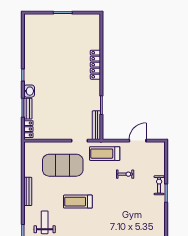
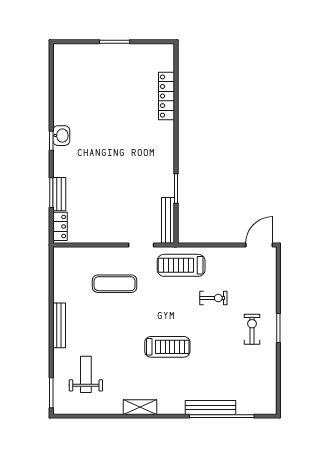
locker: (95, 65) -> (166, 96), moved
washbasin: (29, 91) -> (61, 136), moved
door: (138, 141) -> (259, 245), moved
exercise mat: (63, 165) -> (115, 284), width x0.50, depth x0.69
exercise bike: (159, 185) -> (252, 329), moved
treadmill: (78, 202) -> (167, 347), moved, turned 180

